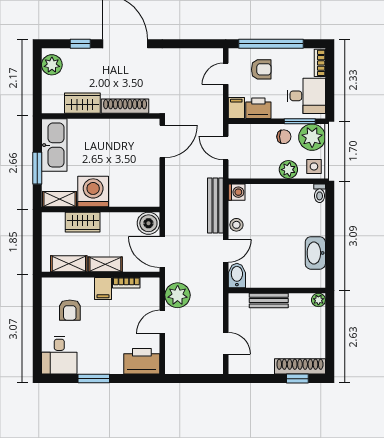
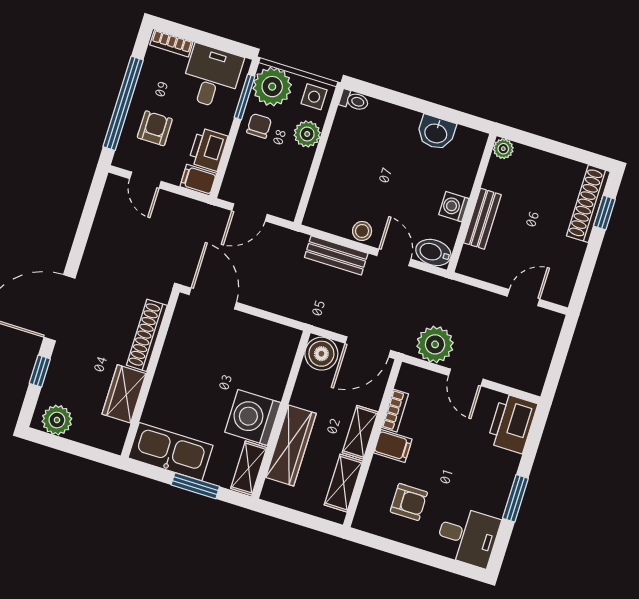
washing machine: (237, 192) -> (454, 207), moved, turned -90
bench: (215, 206) -> (336, 255), width x0.73
wardrobe: (83, 222) -> (291, 445), width x1.50
washbasin: (315, 253) -> (436, 133), width x0.72

